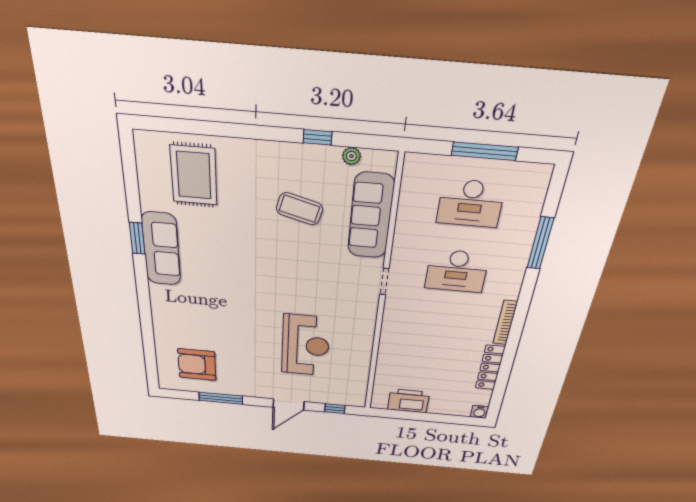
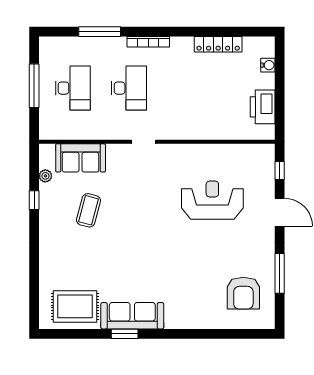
rug: (194, 175) -> (75, 306), moved
sofa: (371, 216) -> (81, 158), width x0.73
bookcase: (505, 323) -> (148, 42), moved
water cooler: (480, 412) -> (268, 65), moved

